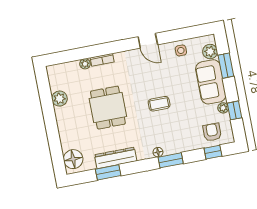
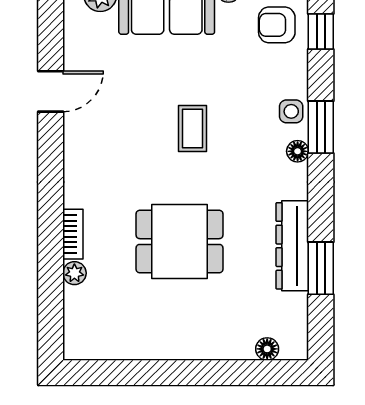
door: (148, 41) -> (51, 91), moved
side table: (181, 50) -> (291, 111), moved
plant: (59, 99) -> (139, 343), removed
floor lamp: (73, 159) -> (267, 349), width x0.53, depth x0.53

